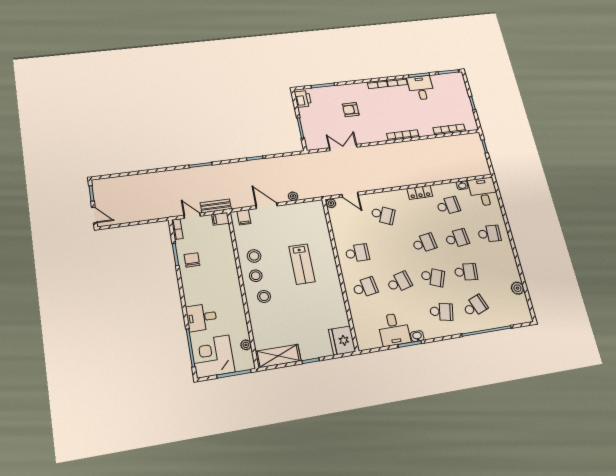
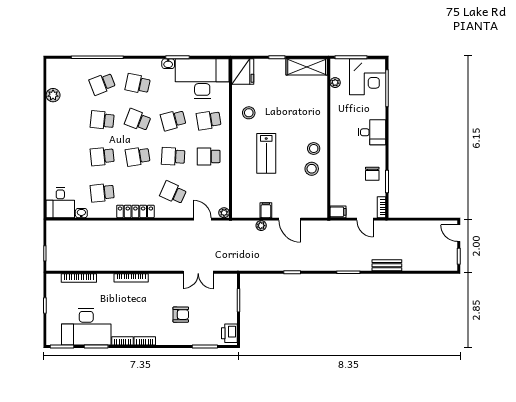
desk: (421, 88) -> (86, 327), width x1.87, depth x1.30
locker: (420, 192) -> (135, 211), width x1.53
bench: (216, 206) -> (387, 265), moved
filing cabinet: (244, 217) -> (266, 210), moved
school desk: (489, 234) -> (173, 156), moved
lab bench: (302, 264) -> (266, 153), turned 180
stool: (264, 296) -> (249, 113), moved
desk: (202, 317) -> (372, 132), moved
desk: (394, 329) -> (202, 79), width x1.87, depth x1.30

